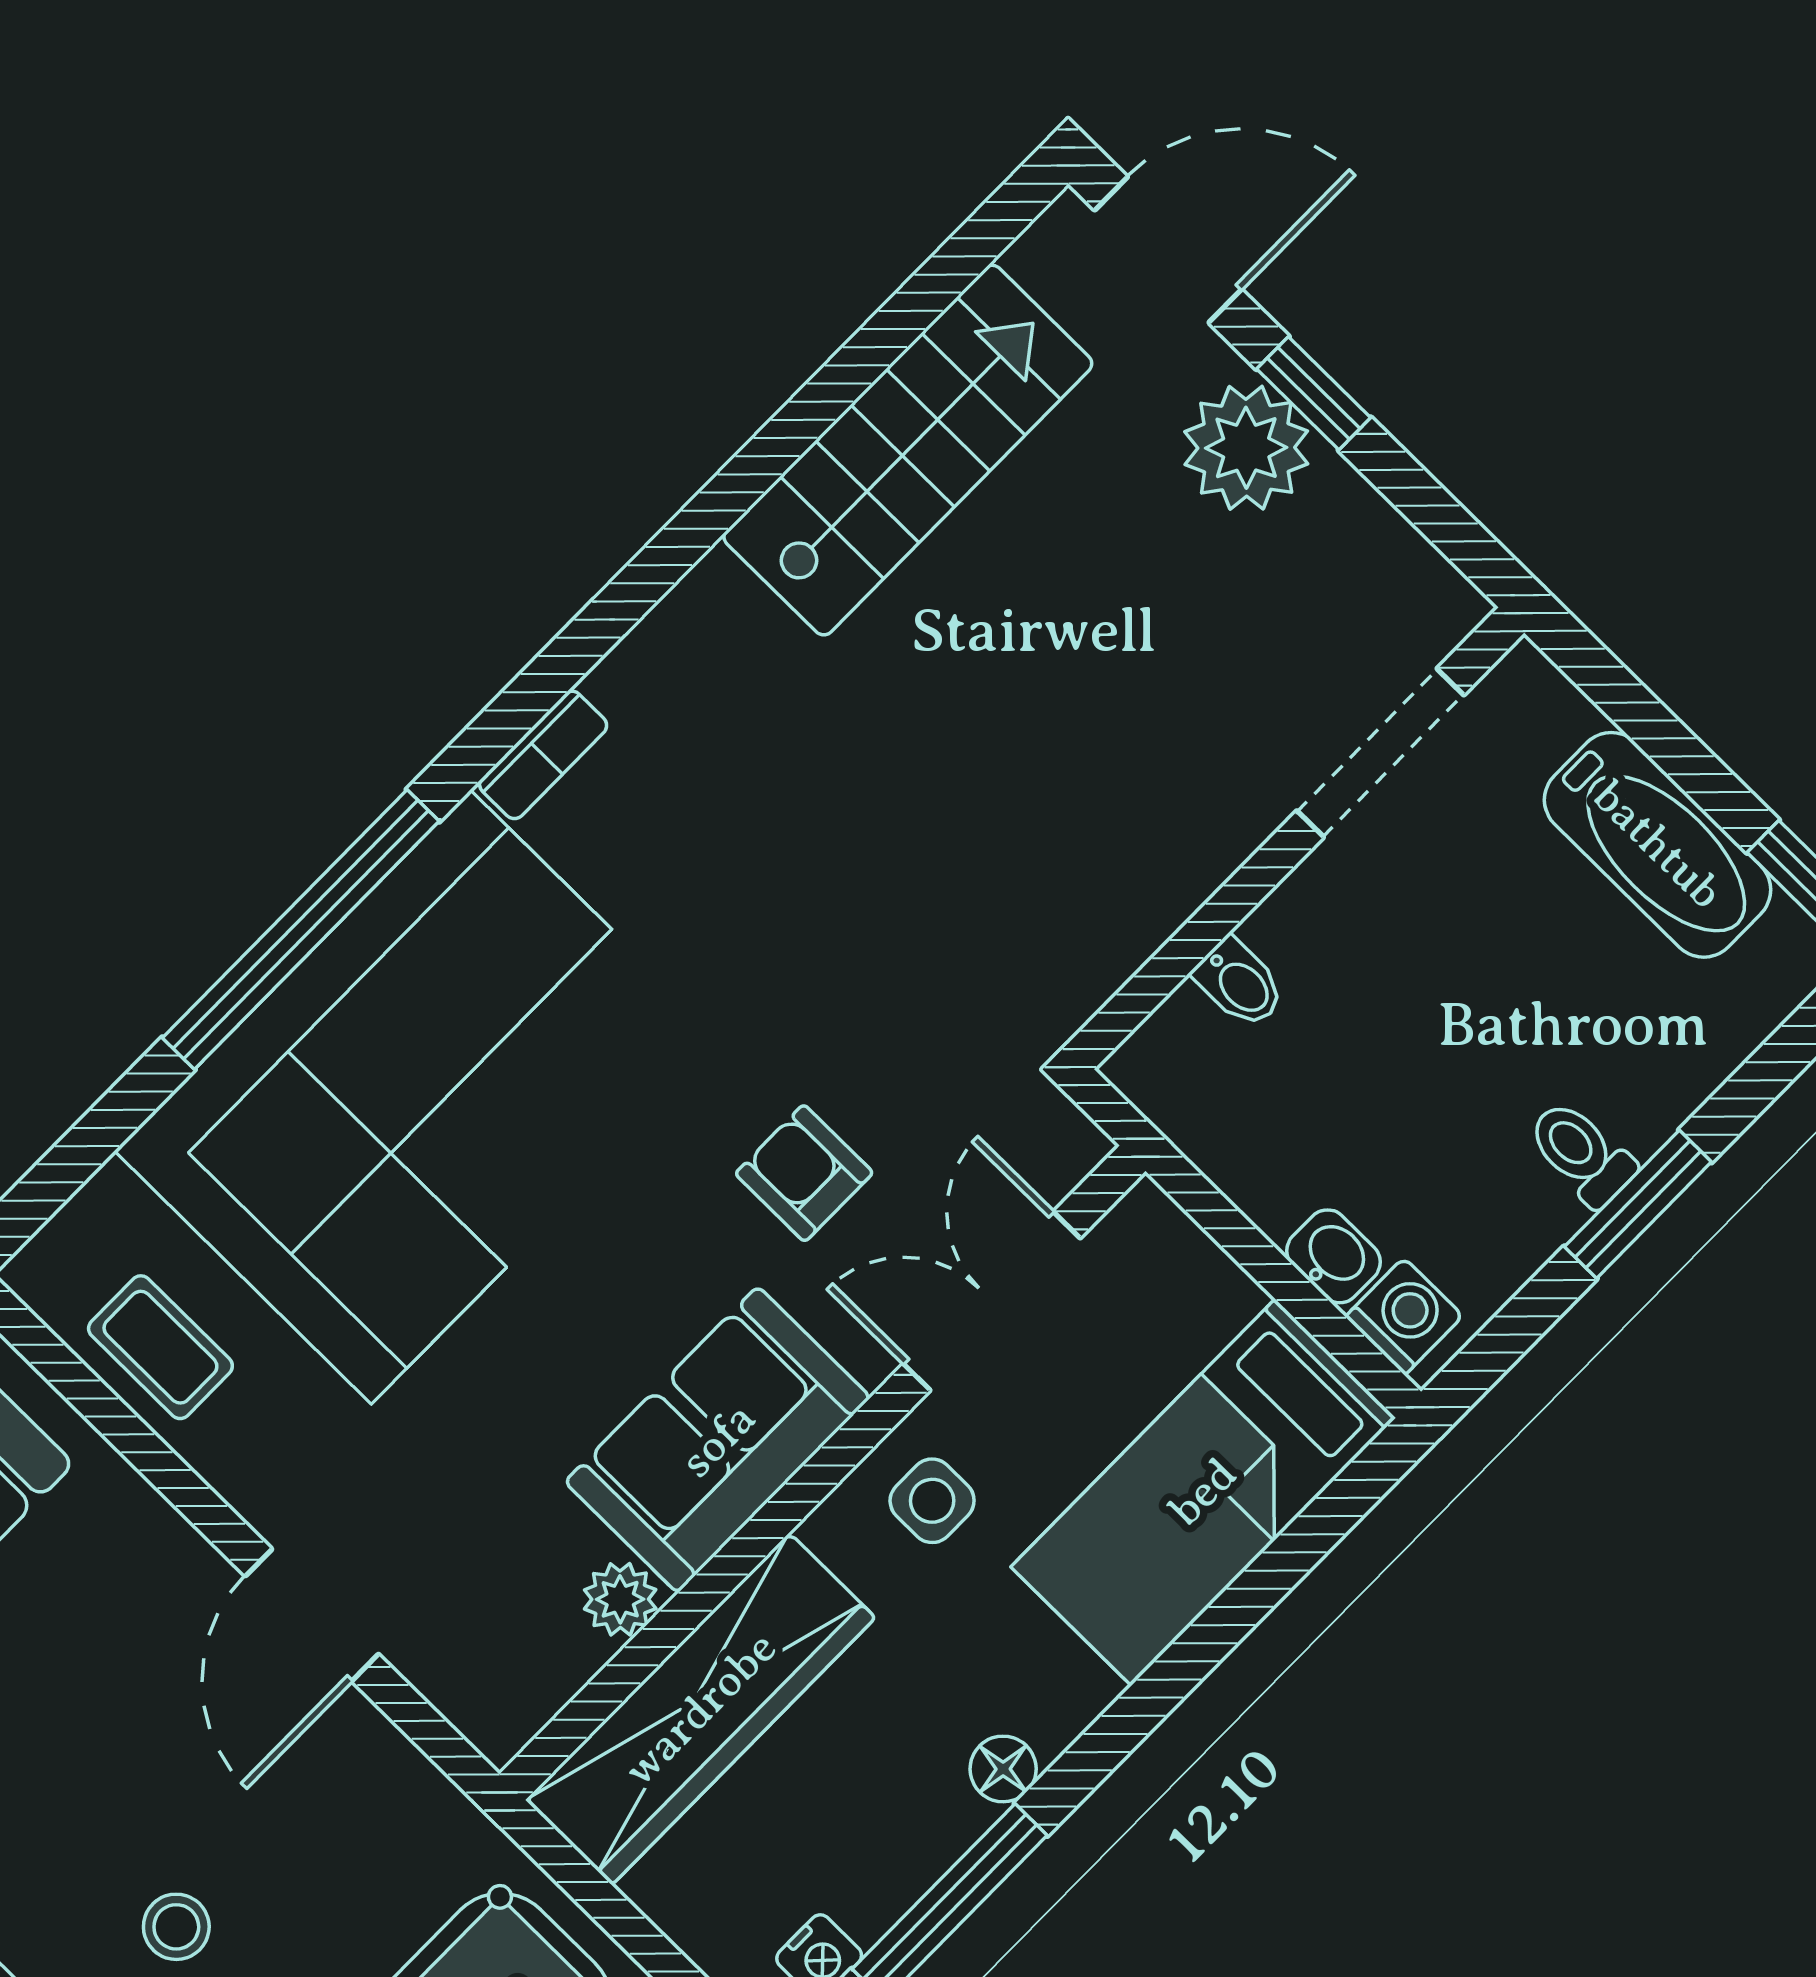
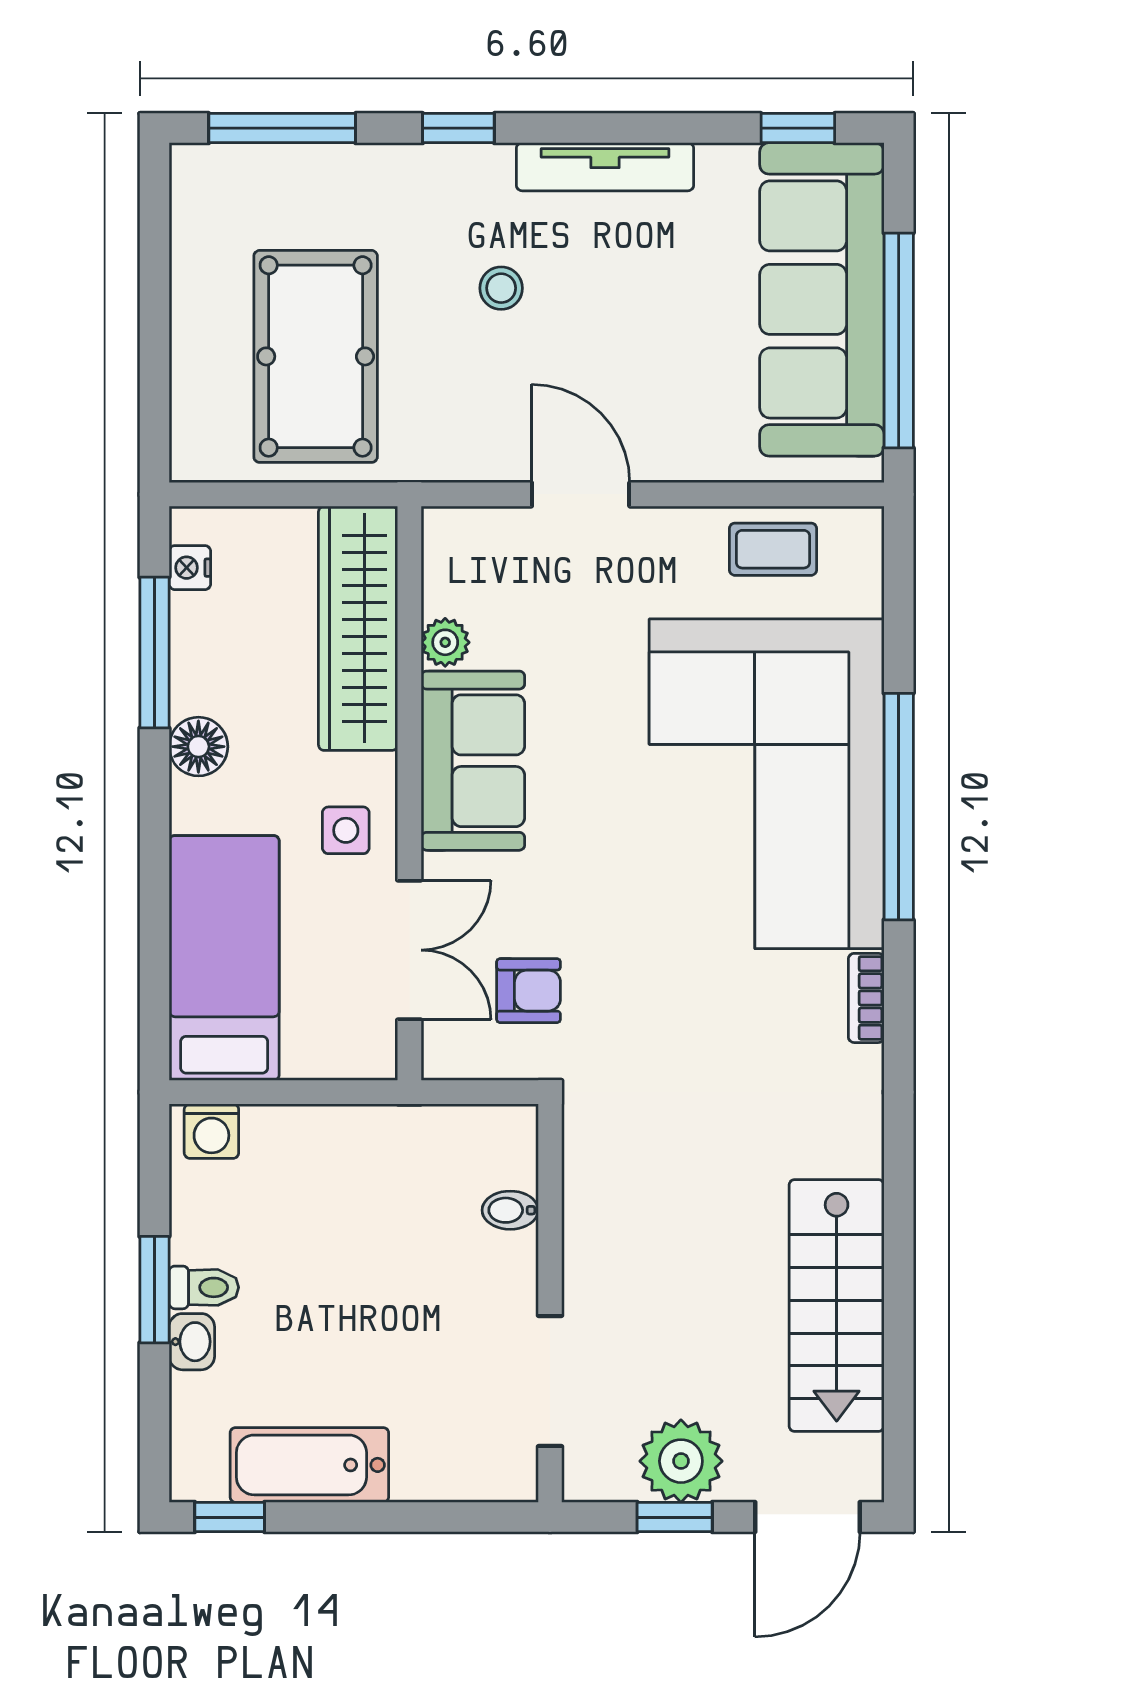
doorway: (1380, 753) -> (550, 1381), moved
wall: (1296, 838) -> (550, 1303), moved
bidet: (1239, 983) -> (510, 1210), moved
armchair: (804, 1173) -> (529, 991), moved
washbasin: (1333, 1256) -> (192, 1342), moved, turned -90
floor lamp: (1003, 1769) -> (198, 747), width x1.37, depth x1.37

